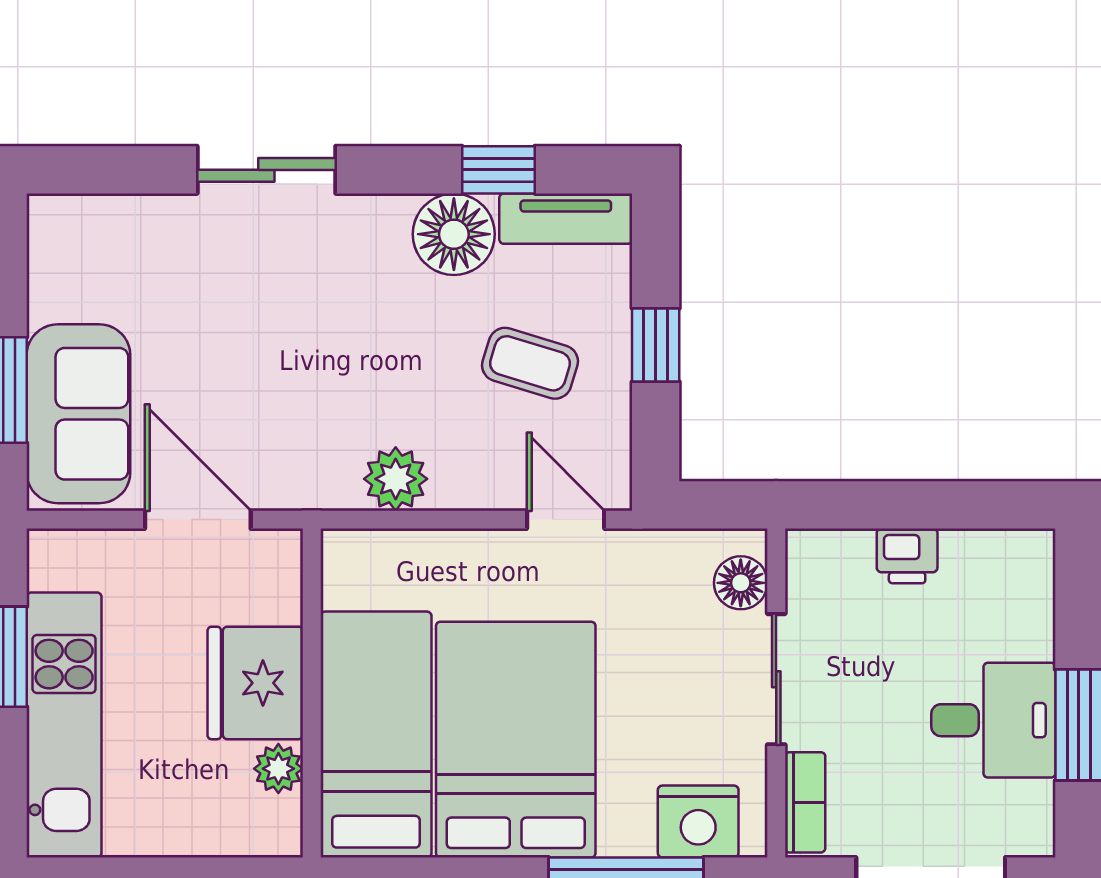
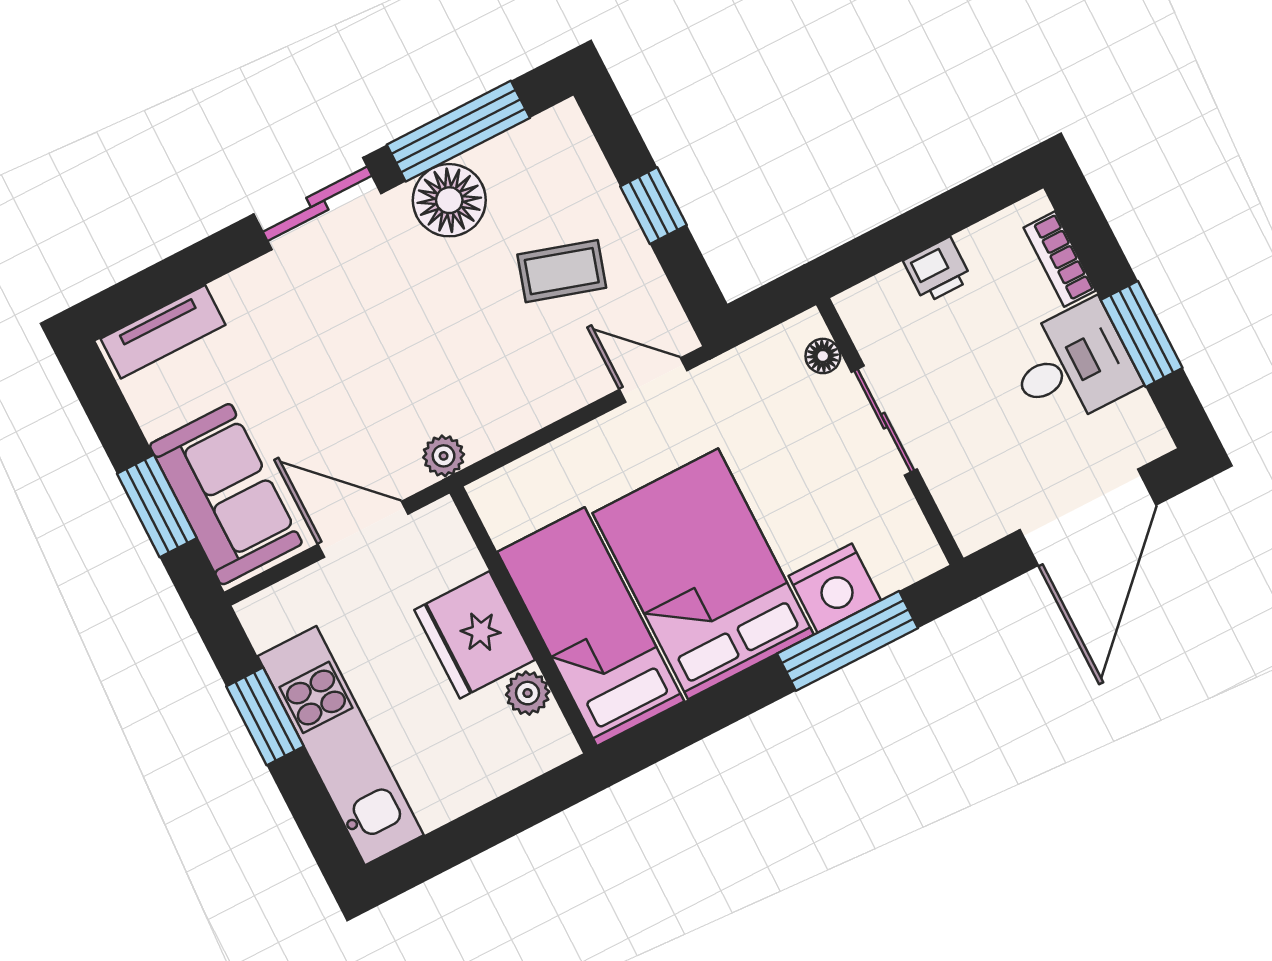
sliding door: (266, 170) -> (317, 204), moved
window: (498, 170) -> (458, 131), width x2.17
tv unit: (566, 219) -> (163, 332), moved
plant: (396, 479) -> (444, 456), moved, width x0.73, depth x0.73
floor lamp: (741, 583) -> (823, 356), width x0.73, depth x0.73
bookcase: (805, 802) -> (1060, 259), moved, turned 180
nightstand: (698, 822) -> (835, 588), moved

